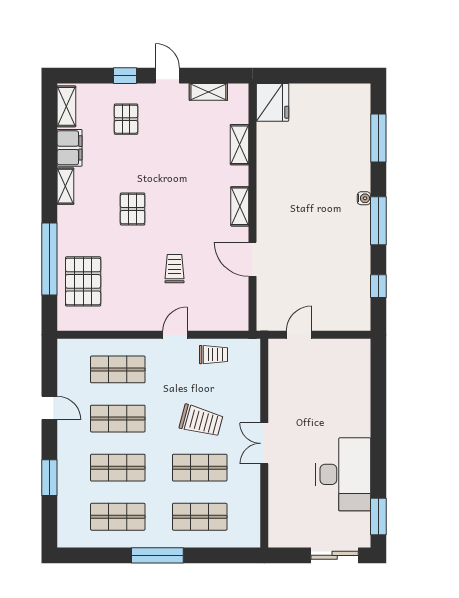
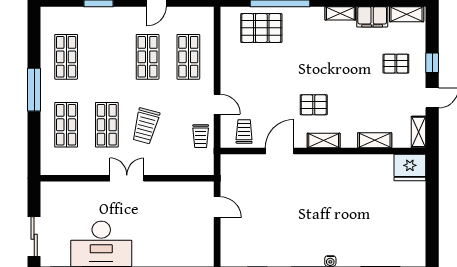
fridge: (273, 102) -> (410, 168), moved
shelving: (240, 145) -> (375, 140), moved
shelving: (240, 206) -> (324, 140), moved
wall: (253, 207) -> (323, 151), moved
pallet: (133, 209) -> (314, 105), moved
door: (253, 259) -> (280, 151), moved
trolley: (174, 269) -> (244, 131), moved, turned -90
shop shelf: (118, 468) -> (107, 57), removed

